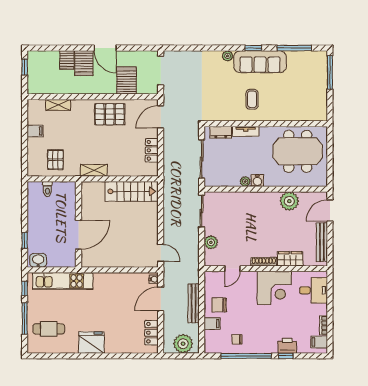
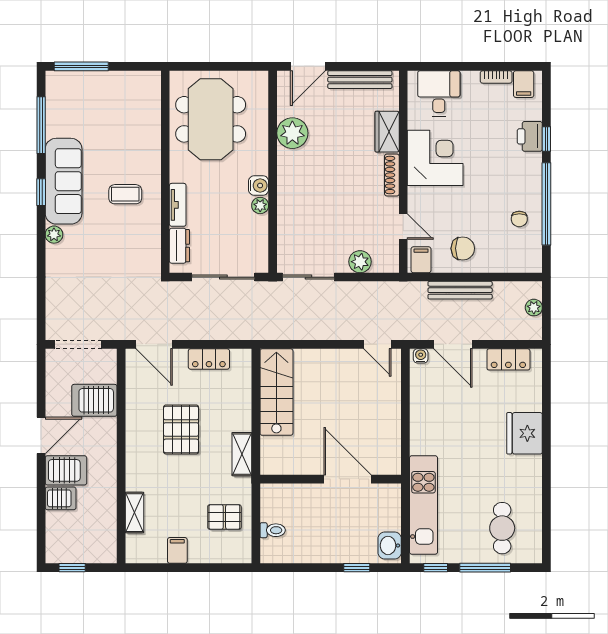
pallet: (110, 114) -> (181, 429), moved
door: (330, 211) -> (308, 66), hinge flipped
door: (161, 253) -> (377, 344), swing flipped
chair: (219, 305) -> (463, 248), turned -90
filing cabinet: (212, 324) -> (421, 260), moved
fridge: (91, 343) -> (525, 433), moved
plant: (183, 344) -> (534, 308), width x0.53, depth x0.53

